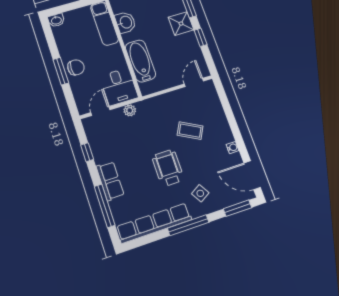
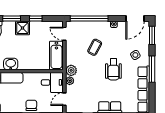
bathtub: (140, 61) -> (56, 55), moved, turned -90
plant: (145, 108) -> (71, 70), added
window: (228, 110) -> (89, 19), added
door: (100, 111) -> (64, 99), hinge flipped
wheelchair: (168, 168) -> (113, 69), turned -90

